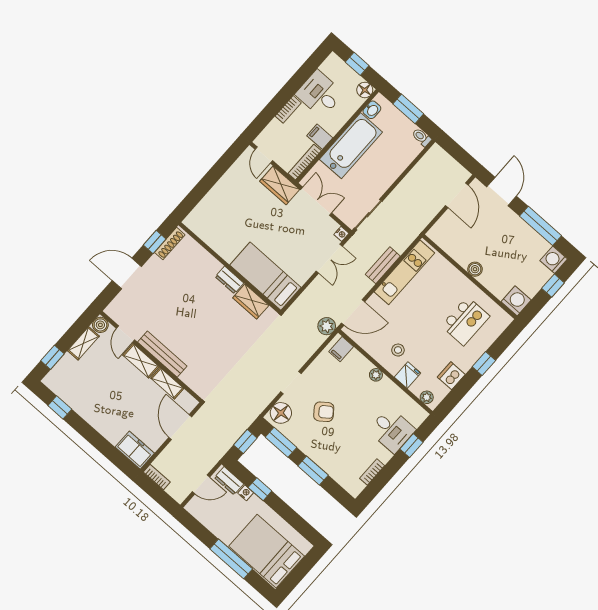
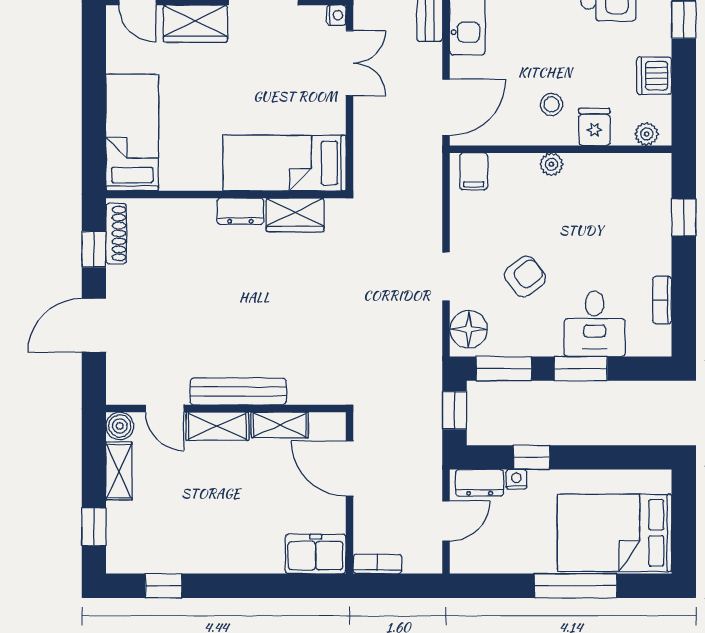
bed: (213, 207) -> (132, 132), added
plant: (327, 326) -> (427, 157), removed
desk: (392, 430) -> (595, 324), moved, turned 90

